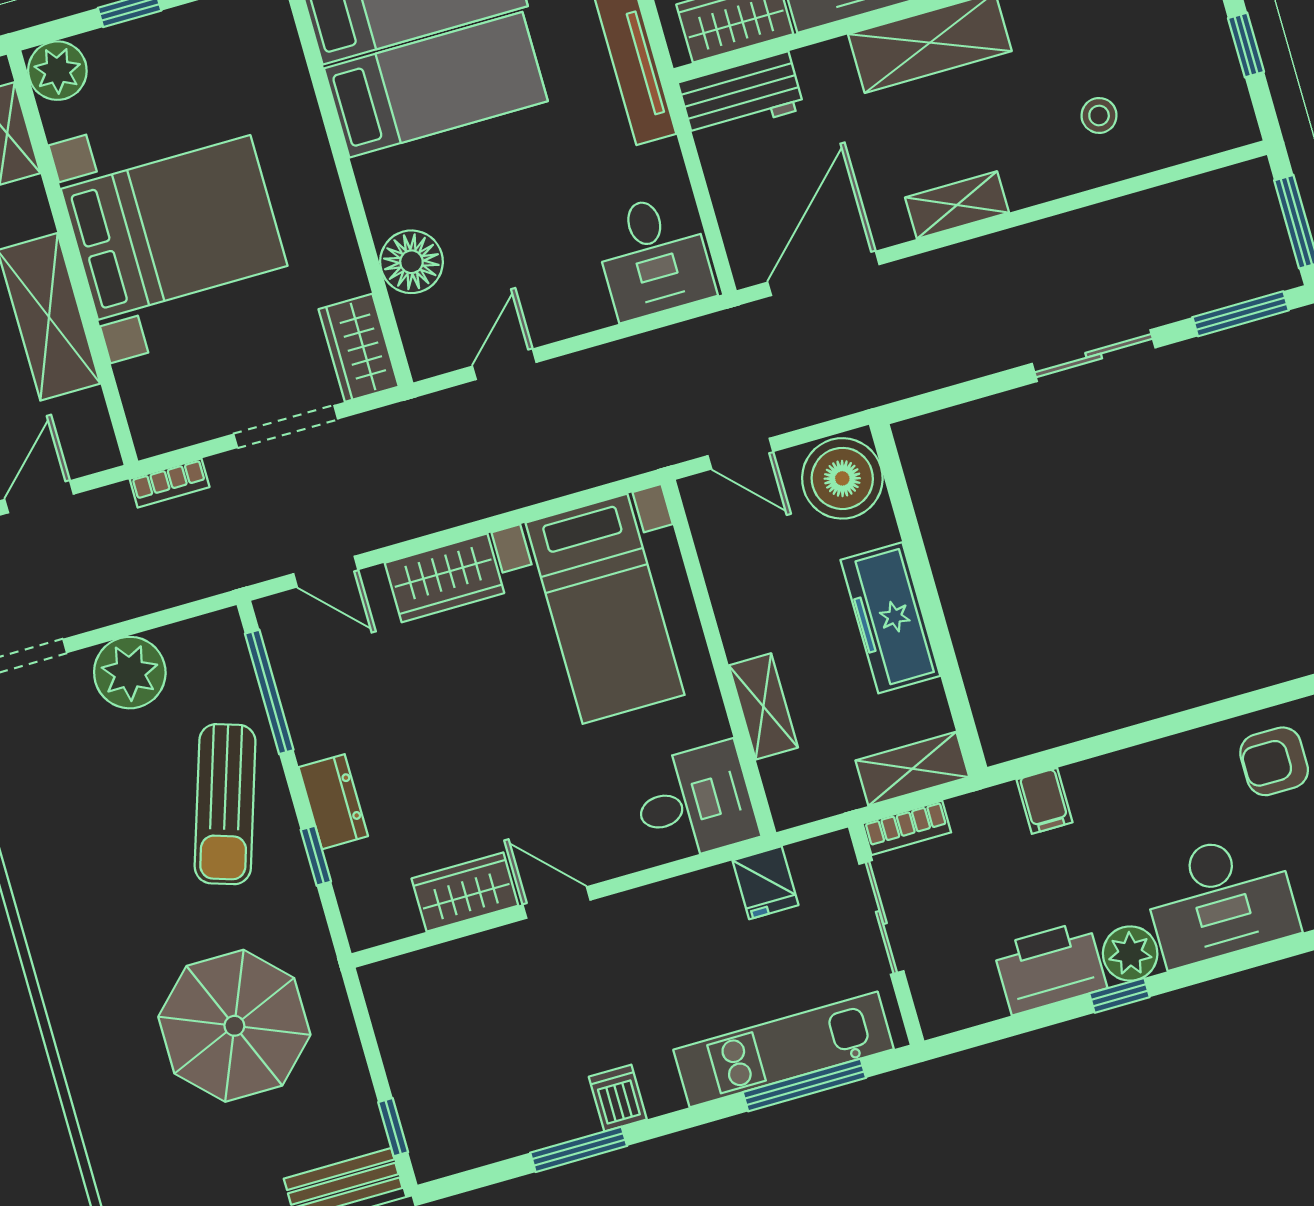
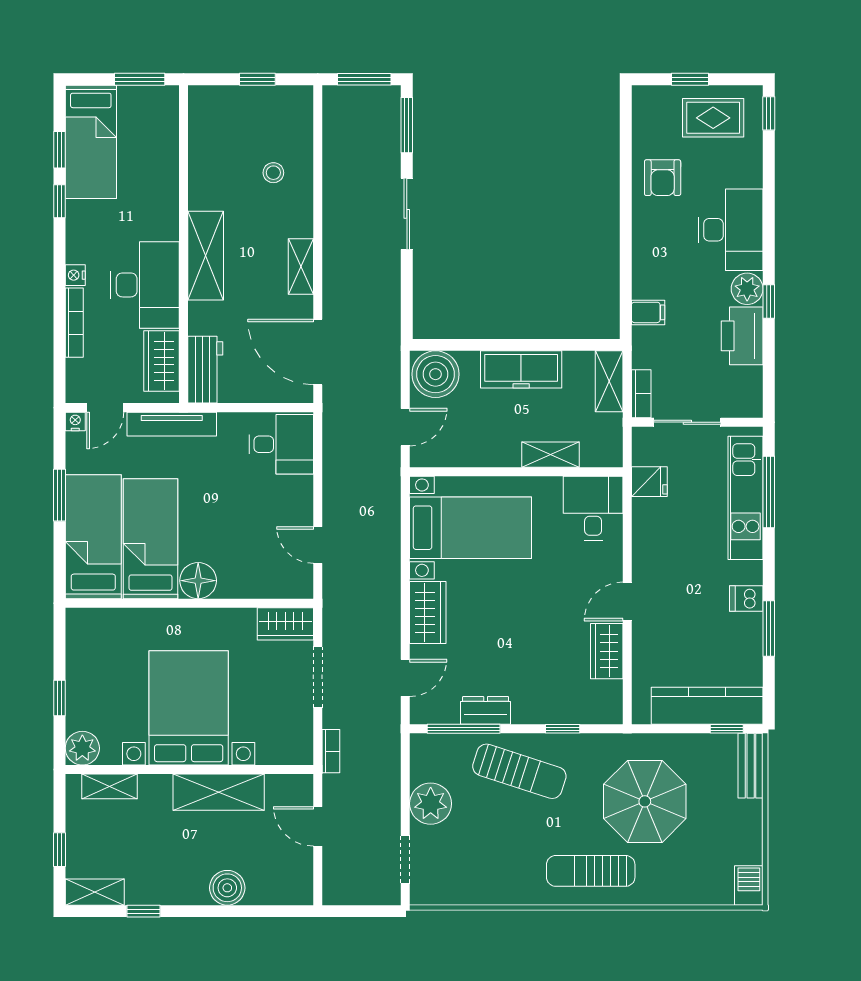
floor lamp: (411, 262) -> (198, 581), moved
dresser: (333, 802) -> (486, 710), moved
sun lounger: (94, 969) -> (591, 871), added
kitchen counter: (422, 1084) -> (707, 706), added

